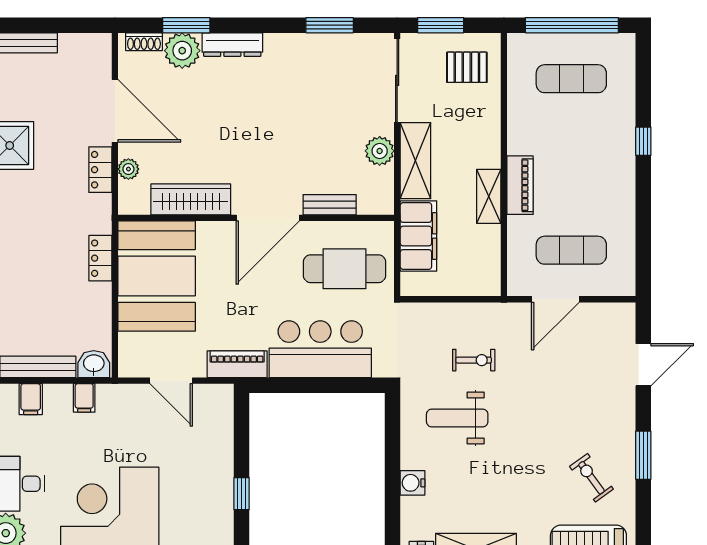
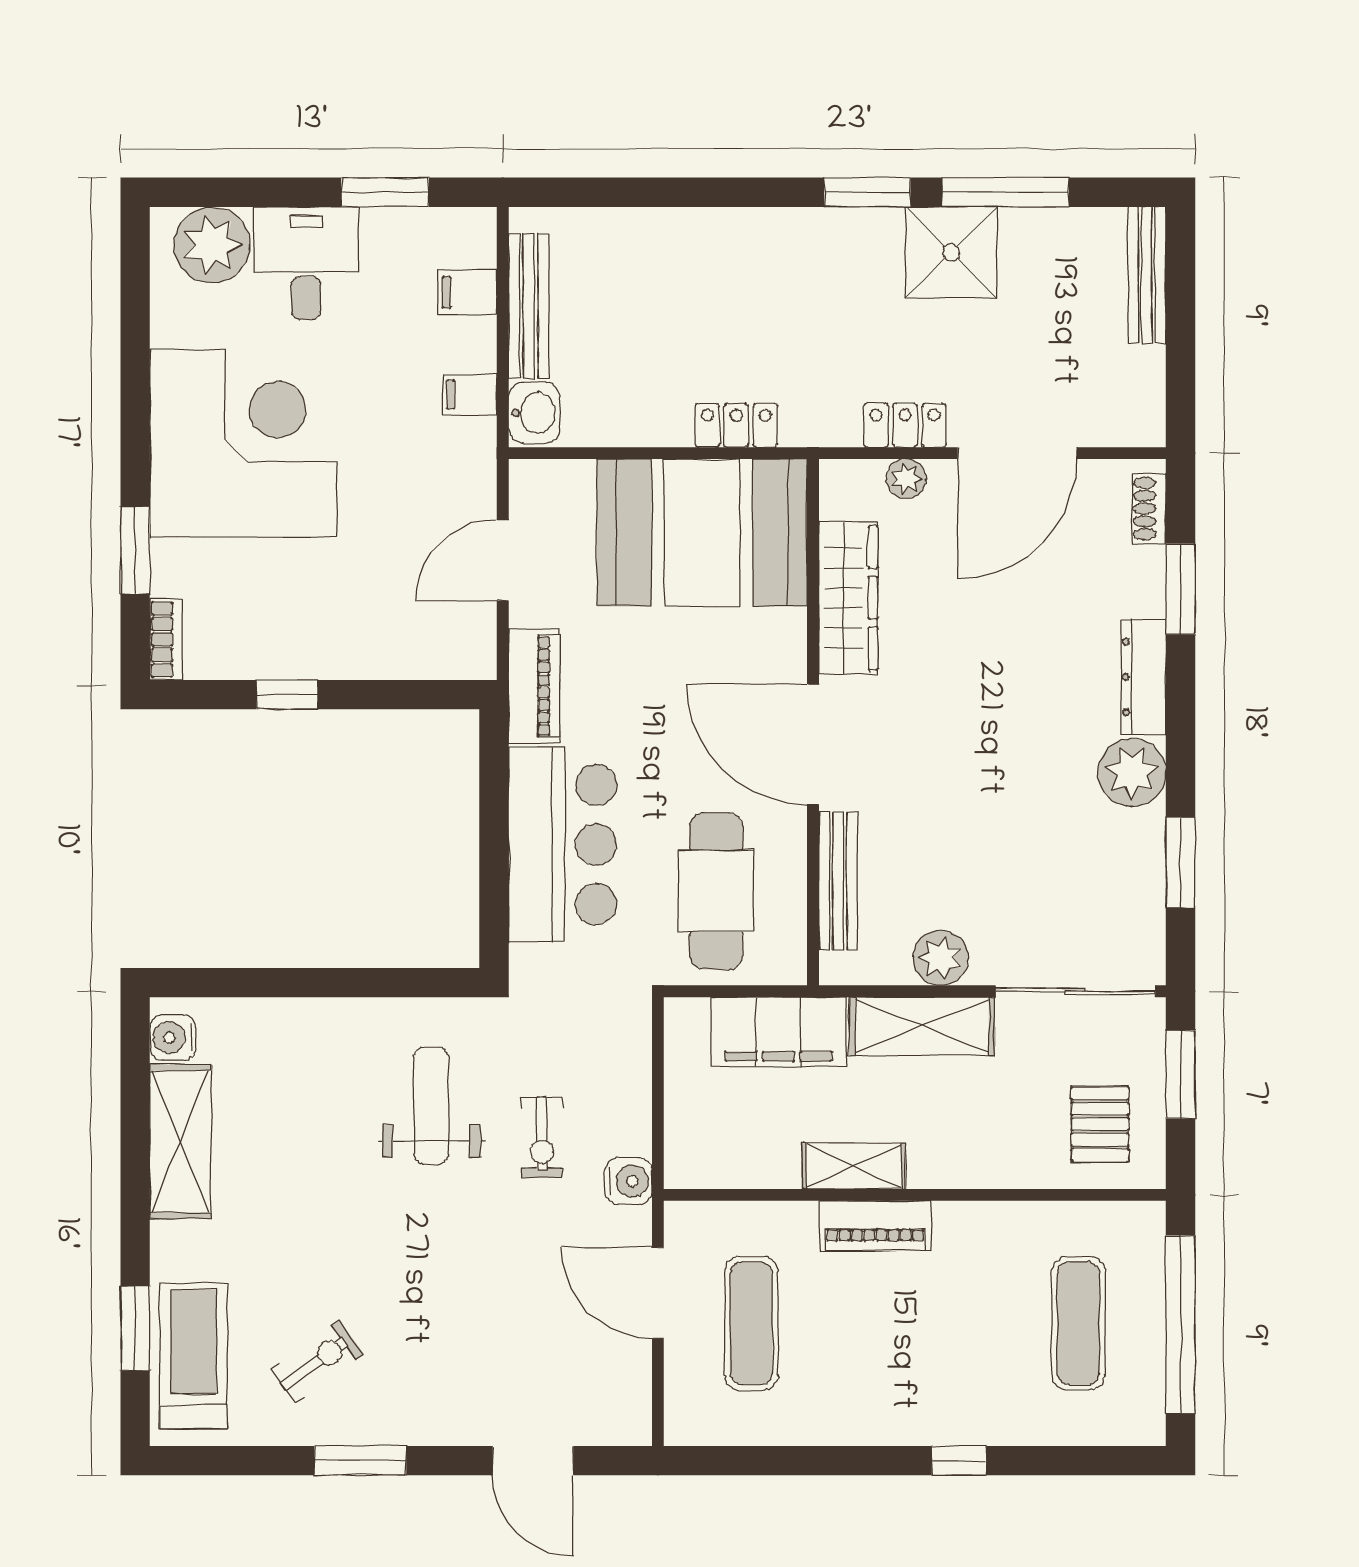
plant: (182, 51) -> (1132, 773), moved
bench: (330, 205) -> (838, 881), width x1.36
water cooler: (413, 483) -> (629, 1181), moved, turned 90

